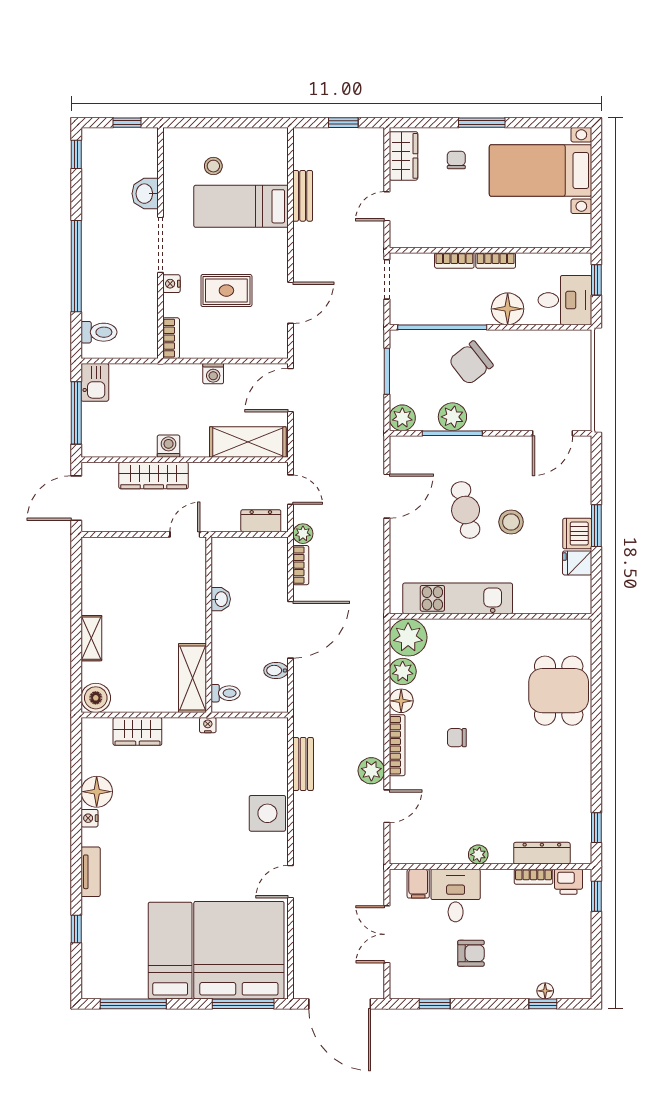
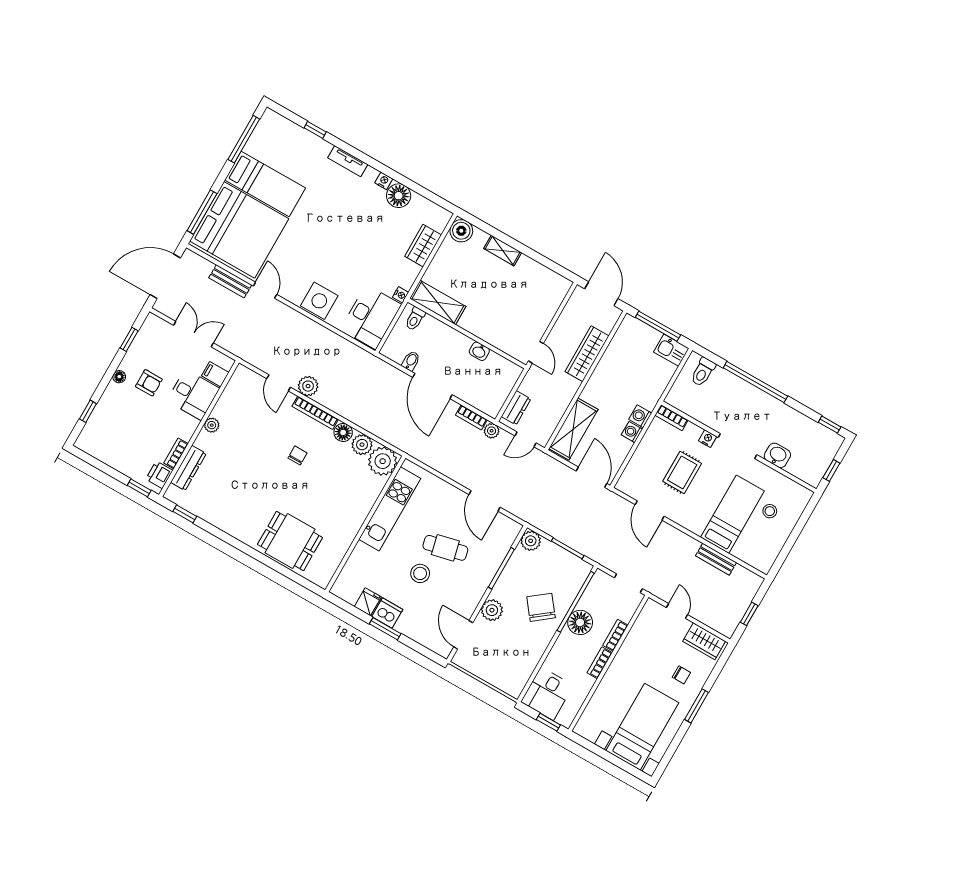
floor lamp: (508, 309) -> (580, 622), moved
plant: (452, 417) -> (492, 610), moved
washing machine: (169, 446) -> (640, 416), moved, turned 180
desk: (252, 744) -> (371, 317), added
bench: (303, 764) -> (230, 281), moved
armchair: (471, 953) -> (149, 383), turned -90
floor lamp: (545, 991) -> (119, 377), moved

